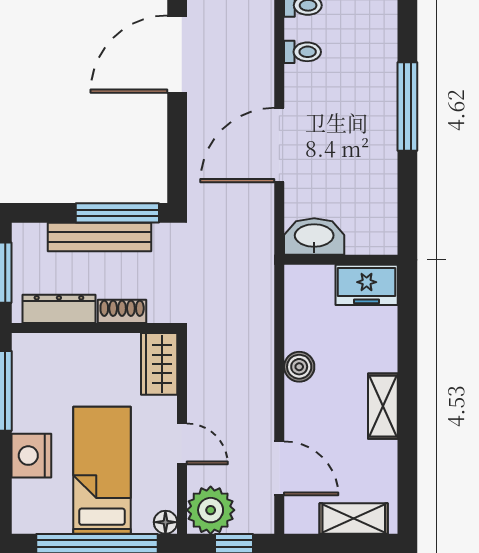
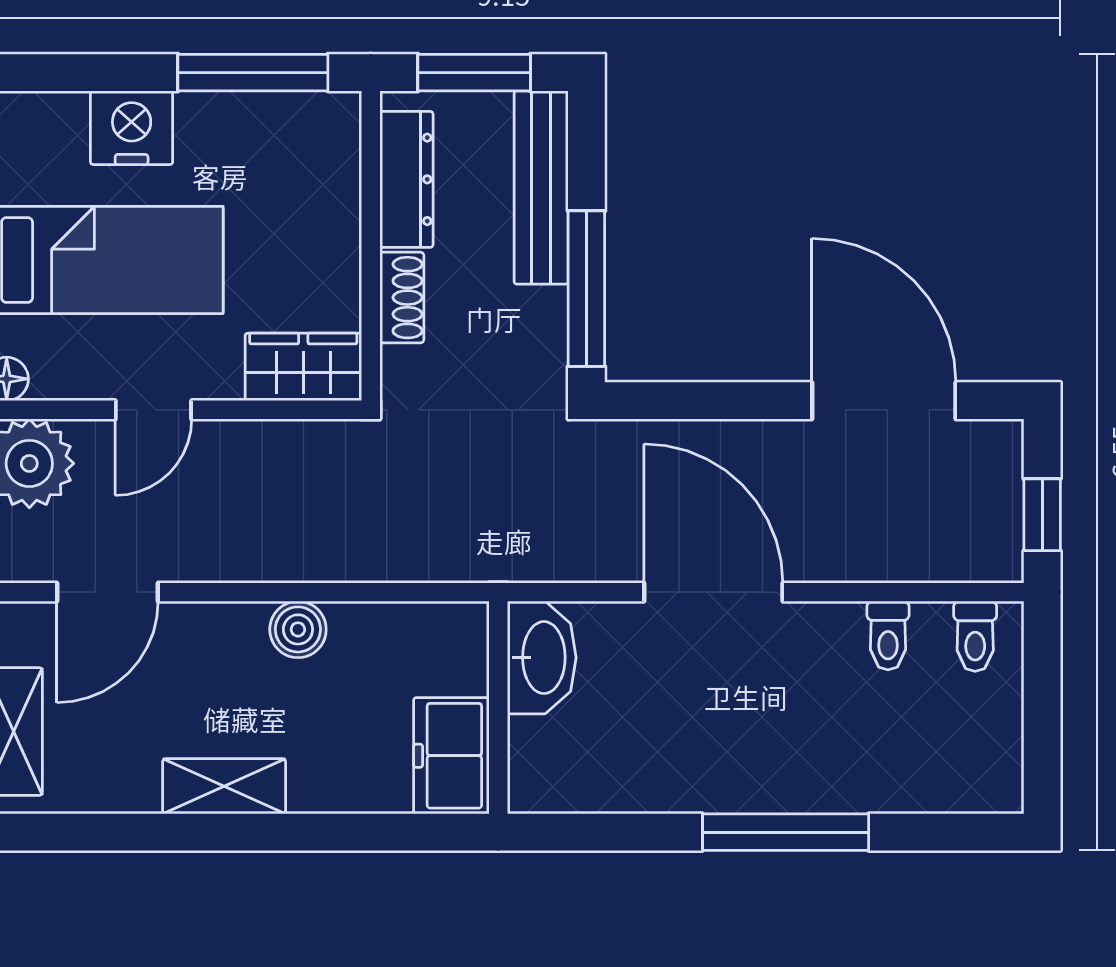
bench: (99, 237) -> (541, 187), moved

